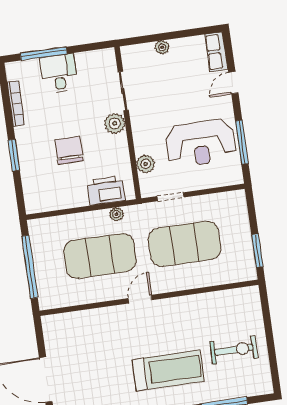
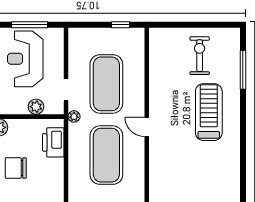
reception desk: (201, 143) -> (25, 59), turned 180
plant: (116, 214) -> (74, 116), moved
window: (257, 251) -> (121, 25), width x0.67

